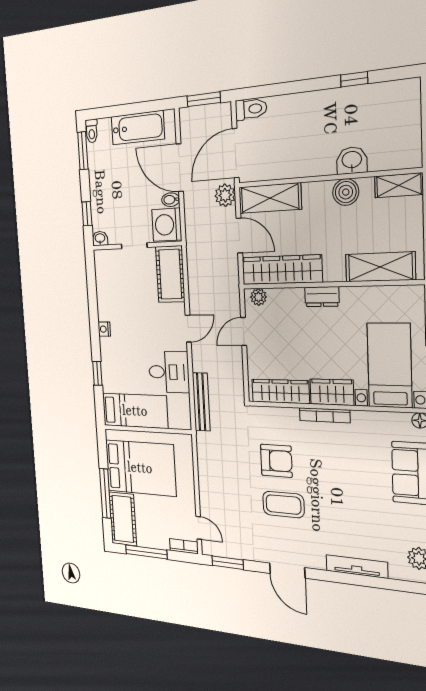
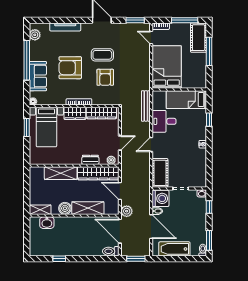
door: (236, 153) -> (120, 231), swing flipped
washbasin: (352, 160) -> (47, 223), moved
shelving: (270, 198) -> (88, 208), moved
shelving: (380, 267) -> (61, 173), moved
dresser: (322, 297) -> (90, 160), moved
armchair: (276, 461) -> (105, 77), turned -90
bed: (140, 468) -> (167, 67), moved, turned 90
armchair: (344, 485) -> (70, 68), added

